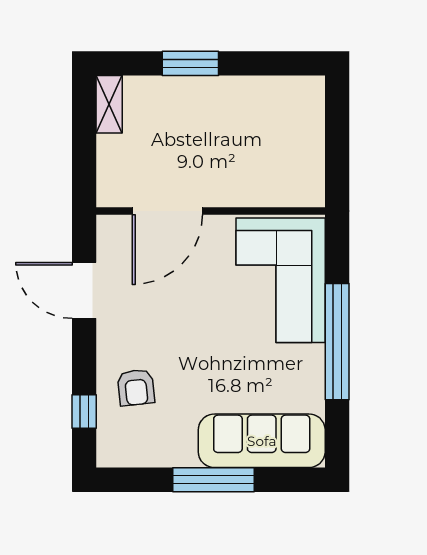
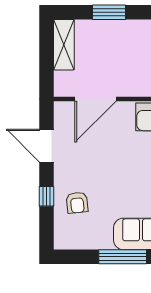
shelving: (109, 104) -> (64, 45), width x1.50, depth x1.33
window: (84, 412) -> (47, 196), moved

